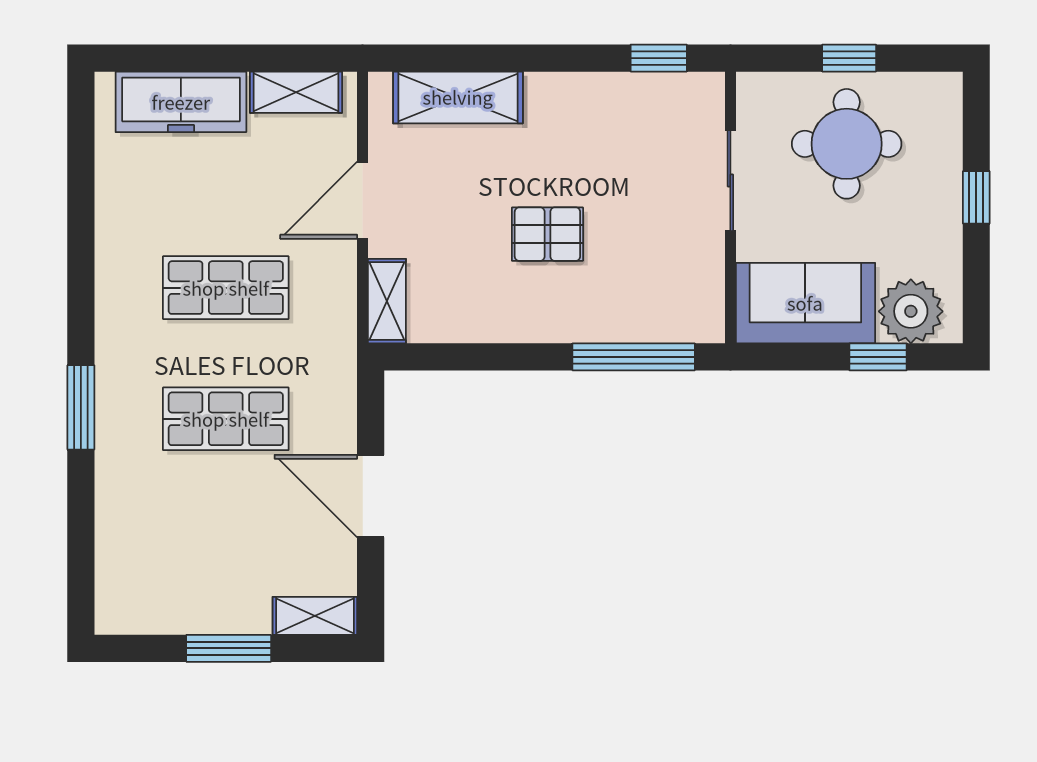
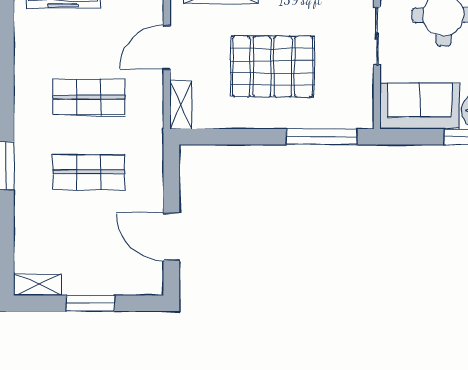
pallet: (547, 234) -> (272, 67), width x2.05, depth x2.00
door: (371, 496) -> (171, 237), moved
shelving: (315, 616) -> (38, 285), moved

